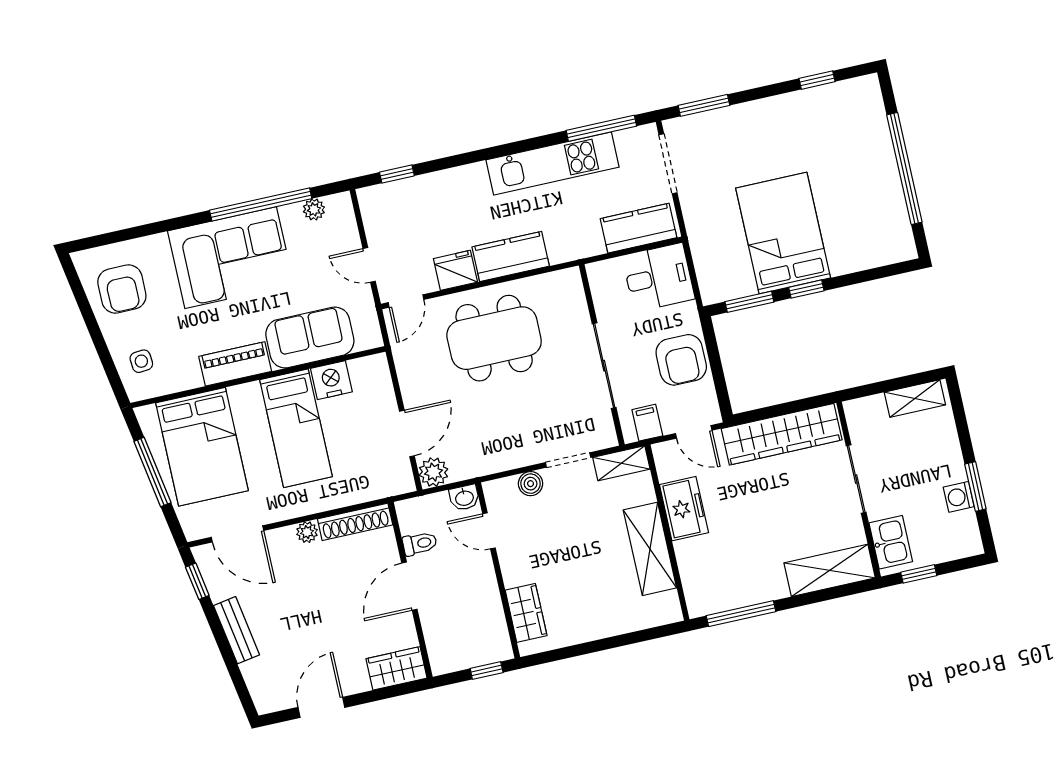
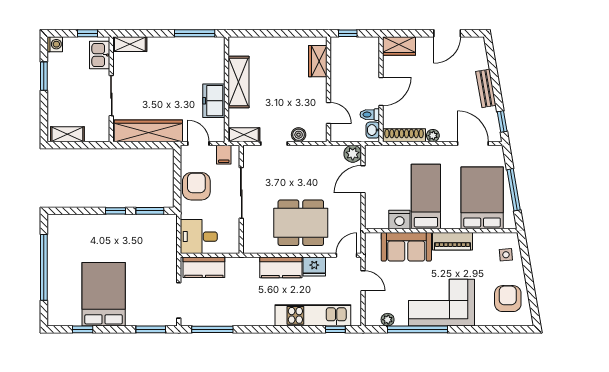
kitchen unit: (553, 163) -> (313, 315), moved
bed: (783, 233) -> (104, 294), moved, turned 180
washing machine: (959, 497) -> (55, 44), moved
washbasin: (464, 498) -> (373, 130), moved, turned -90
shelving: (830, 570) -> (130, 44), width x0.67, depth x0.75

